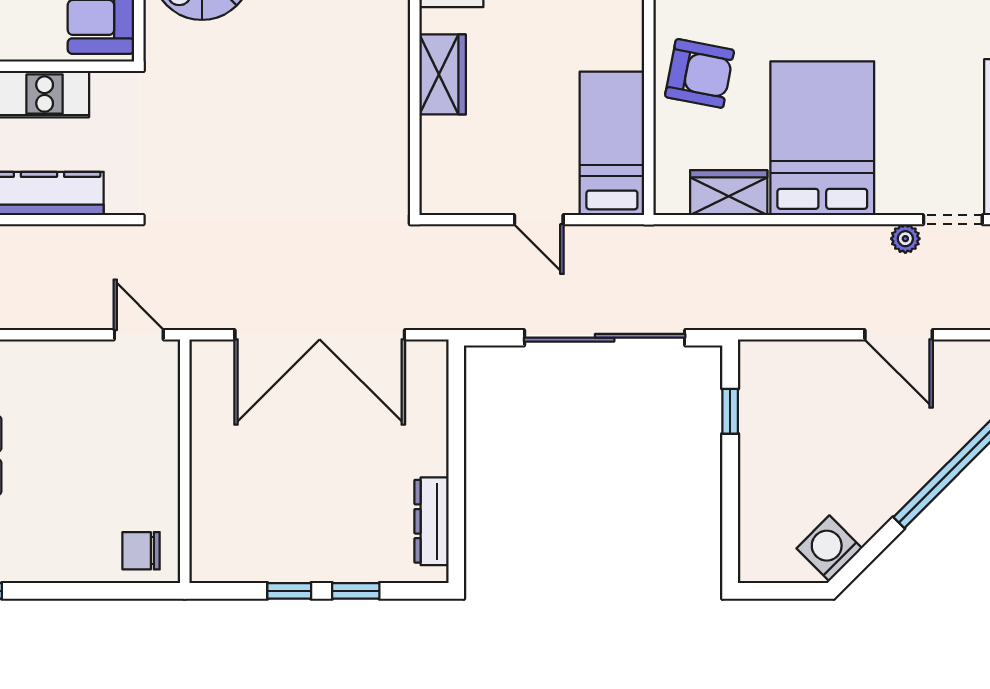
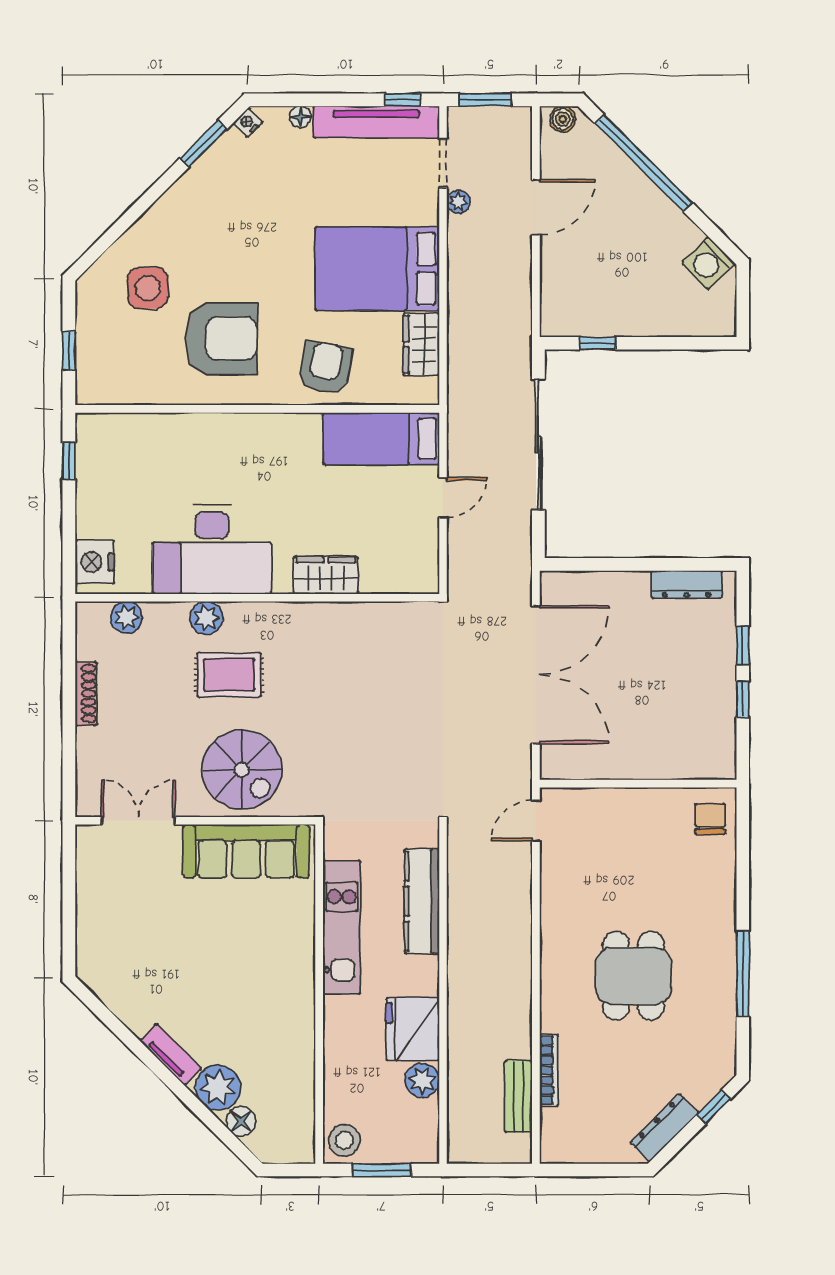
chair: (141, 551) -> (710, 819), turned 180

